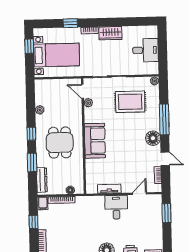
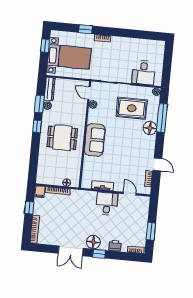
wardrobe: (110, 33) -> (121, 43), removed
desk: (145, 50) -> (143, 73), moved, turned 90
window: (164, 119) -> (162, 118), moved
floor lamp: (153, 138) -> (150, 128), moved
dining table: (60, 143) -> (62, 138), turned 90
window: (32, 162) -> (39, 104), moved
dresser: (42, 180) -> (50, 89), moved
door: (139, 194) -> (130, 194), hinge flipped
window: (167, 213) -> (151, 231), moved

